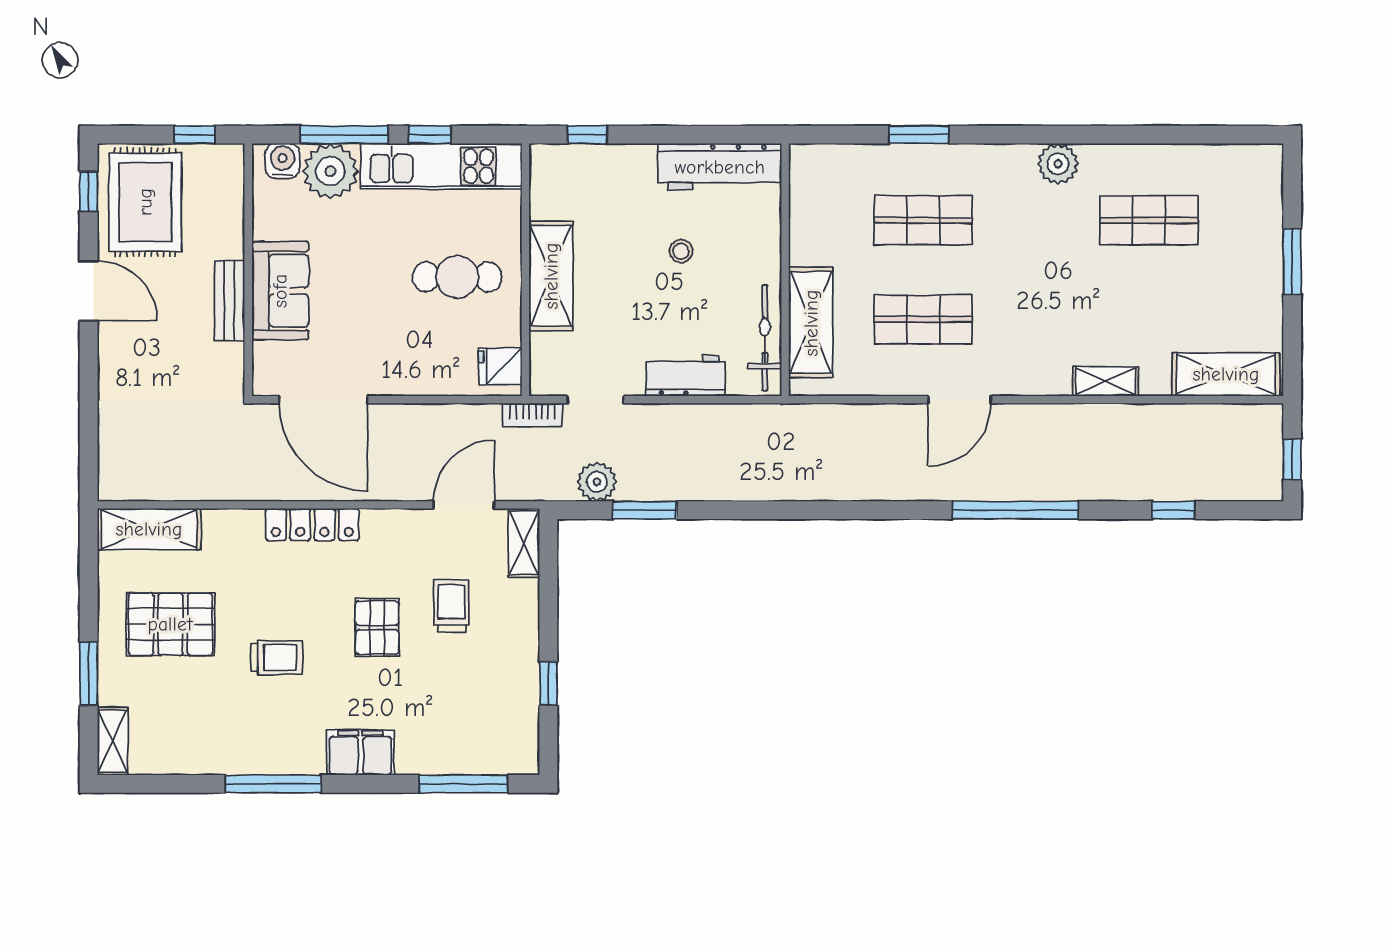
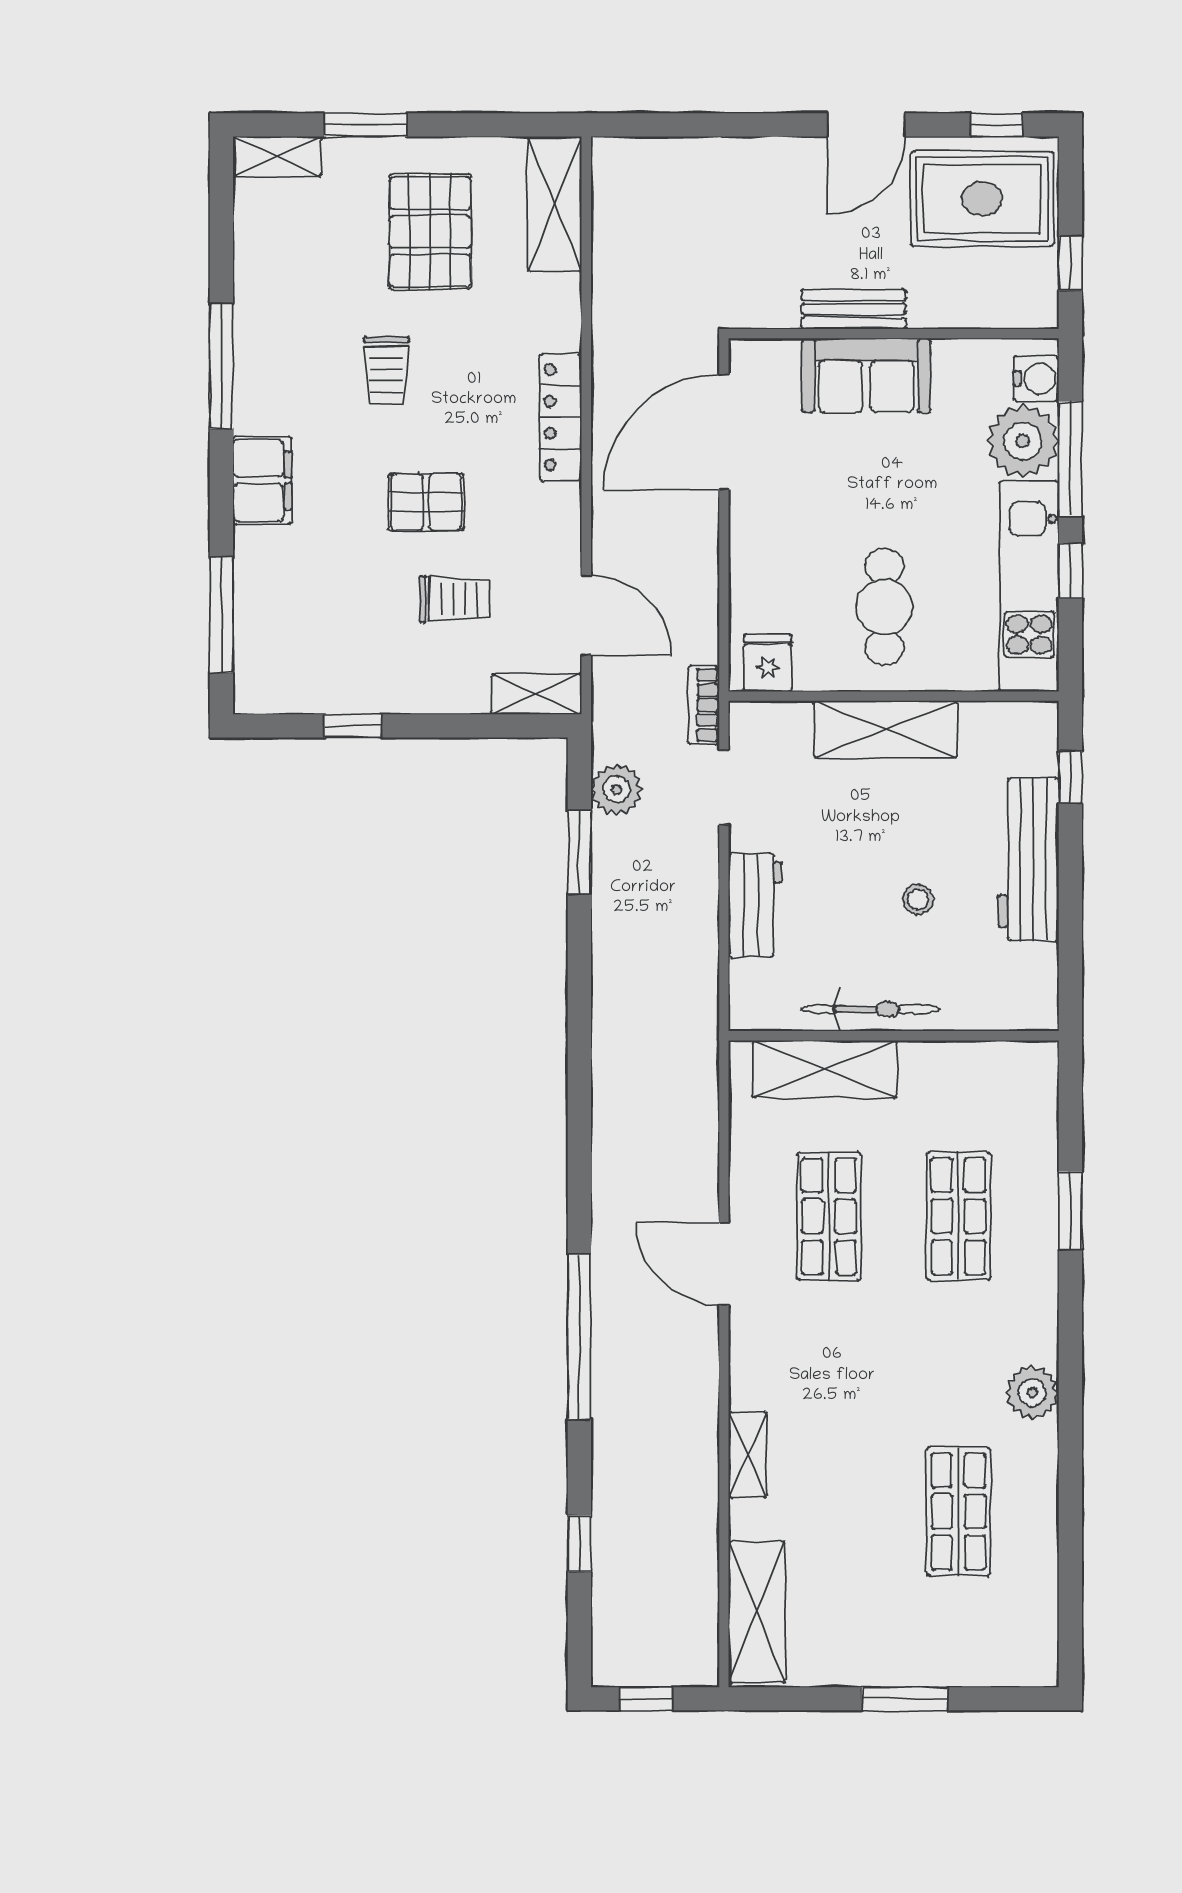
workbench: (720, 167) -> (1028, 859), moved
bicycle: (765, 338) -> (871, 1009), moved

